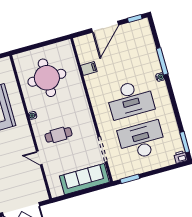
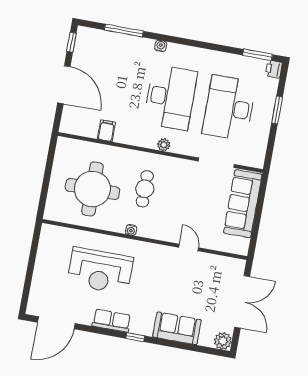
window: (162, 61) -> (124, 30), moved
plant: (98, 110) -> (164, 145), added
cafe table: (58, 135) -> (145, 189), moved
door: (39, 158) -> (189, 248), swing flipped
window: (130, 179) -> (277, 110), moved

